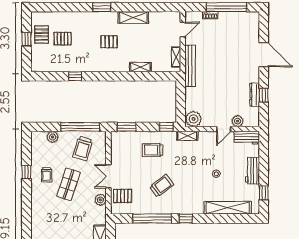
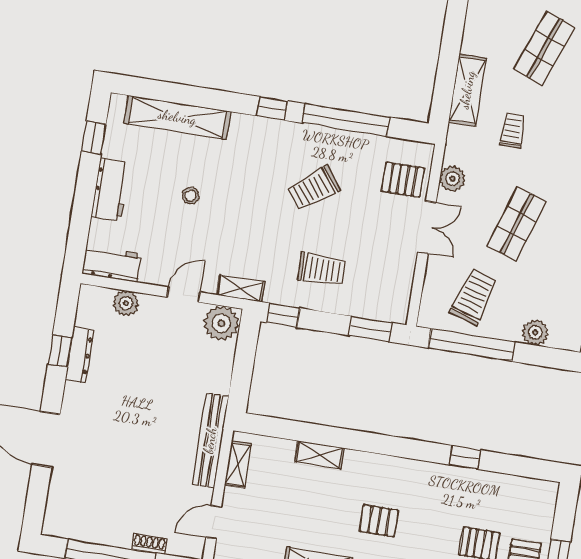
door: (224, 129) -> (183, 295), moved
trolley: (47, 175) -> (513, 131), moved

